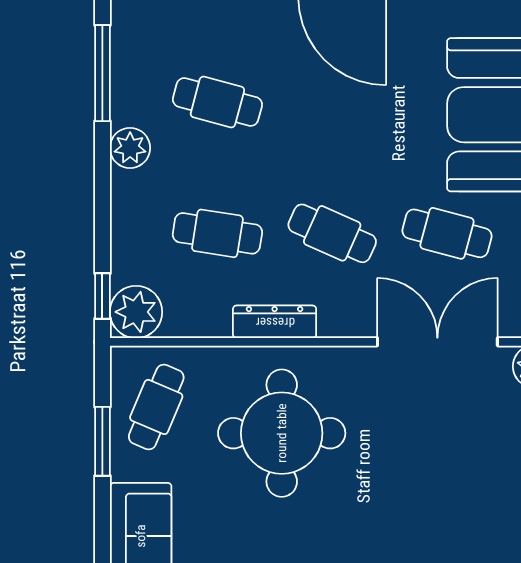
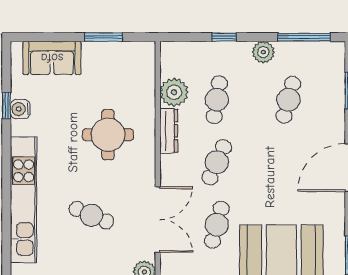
window: (102, 296) -> (224, 37), moved
plant: (136, 312) -> (174, 92), moved
cafe table: (156, 407) -> (91, 215), moved
round table: (282, 433) -> (108, 135), width x0.73, depth x0.73

